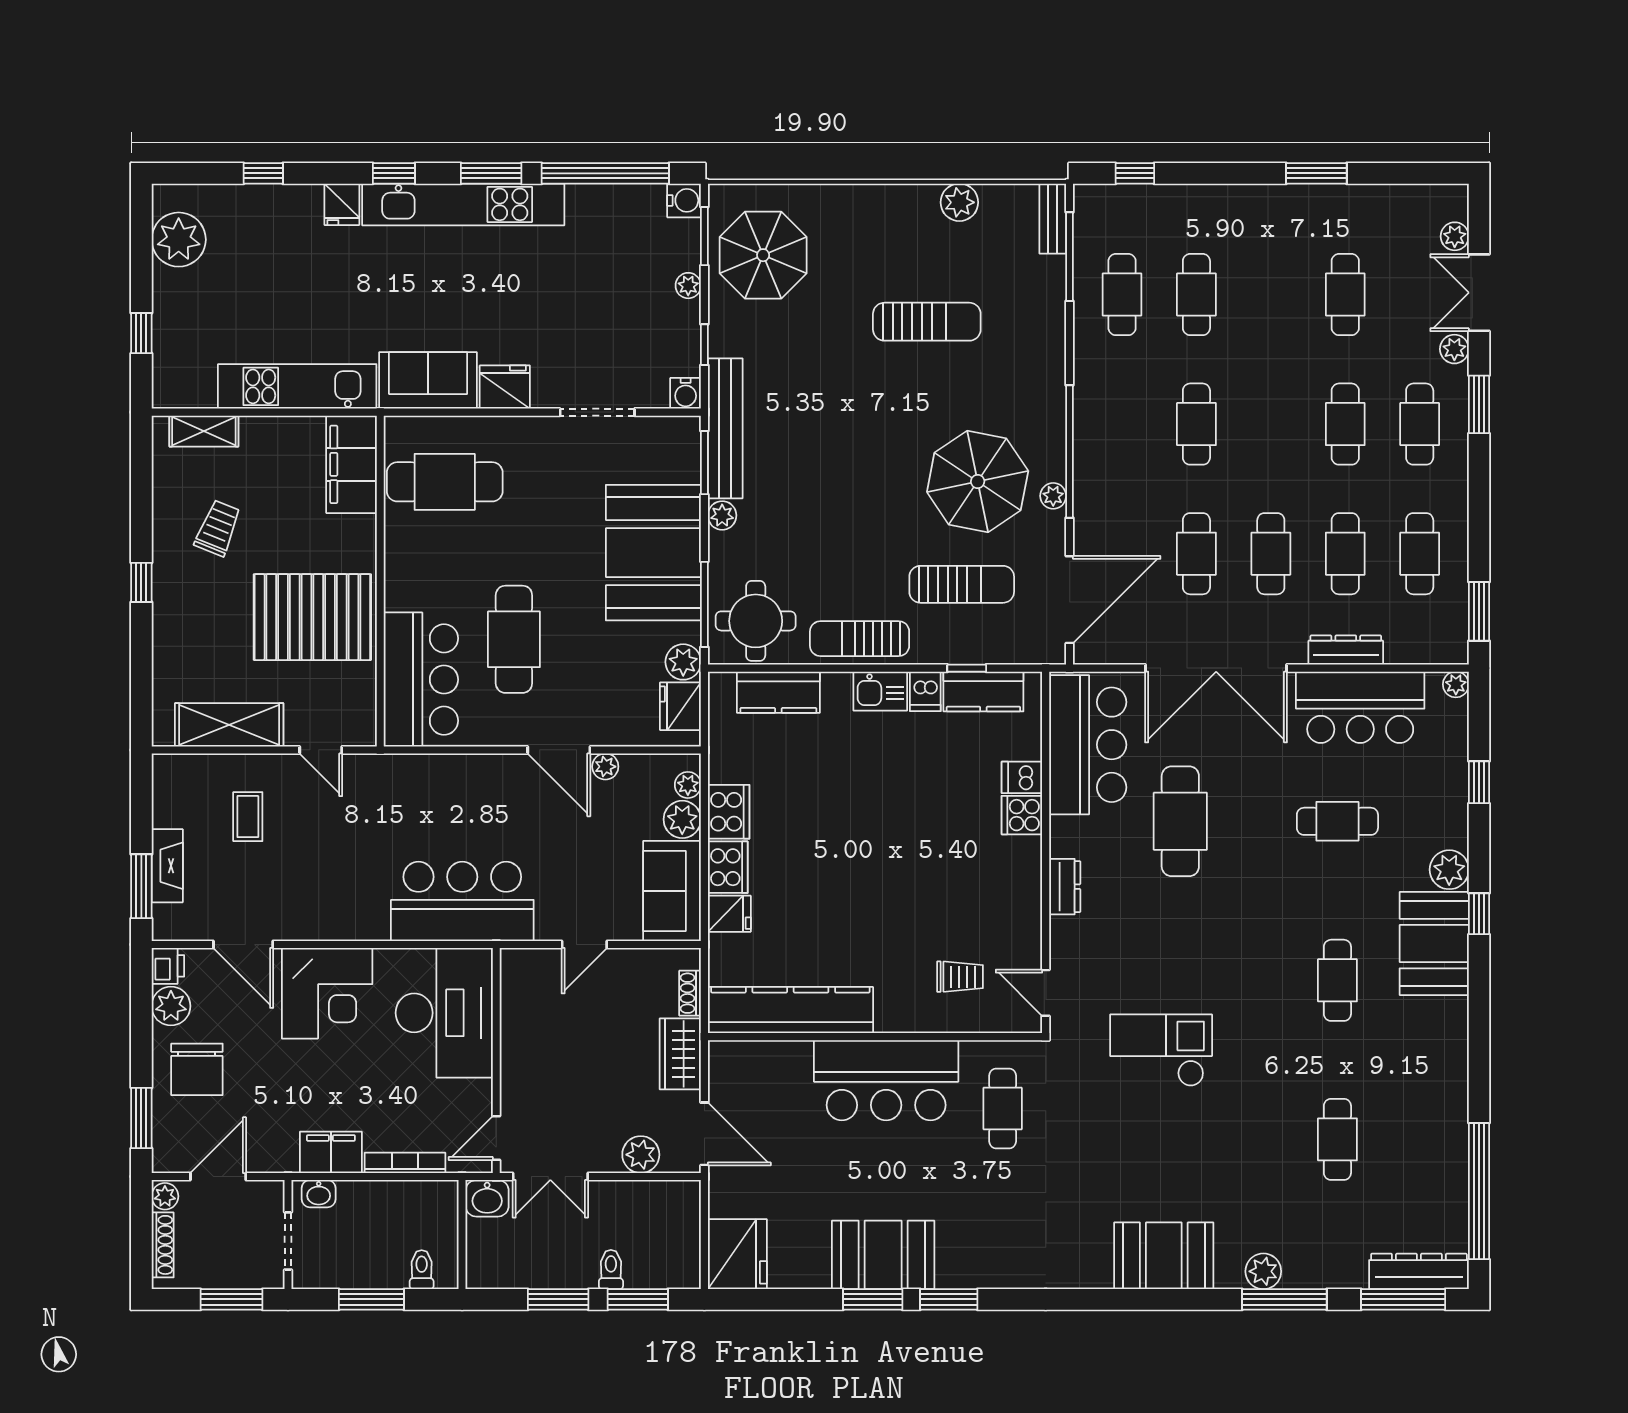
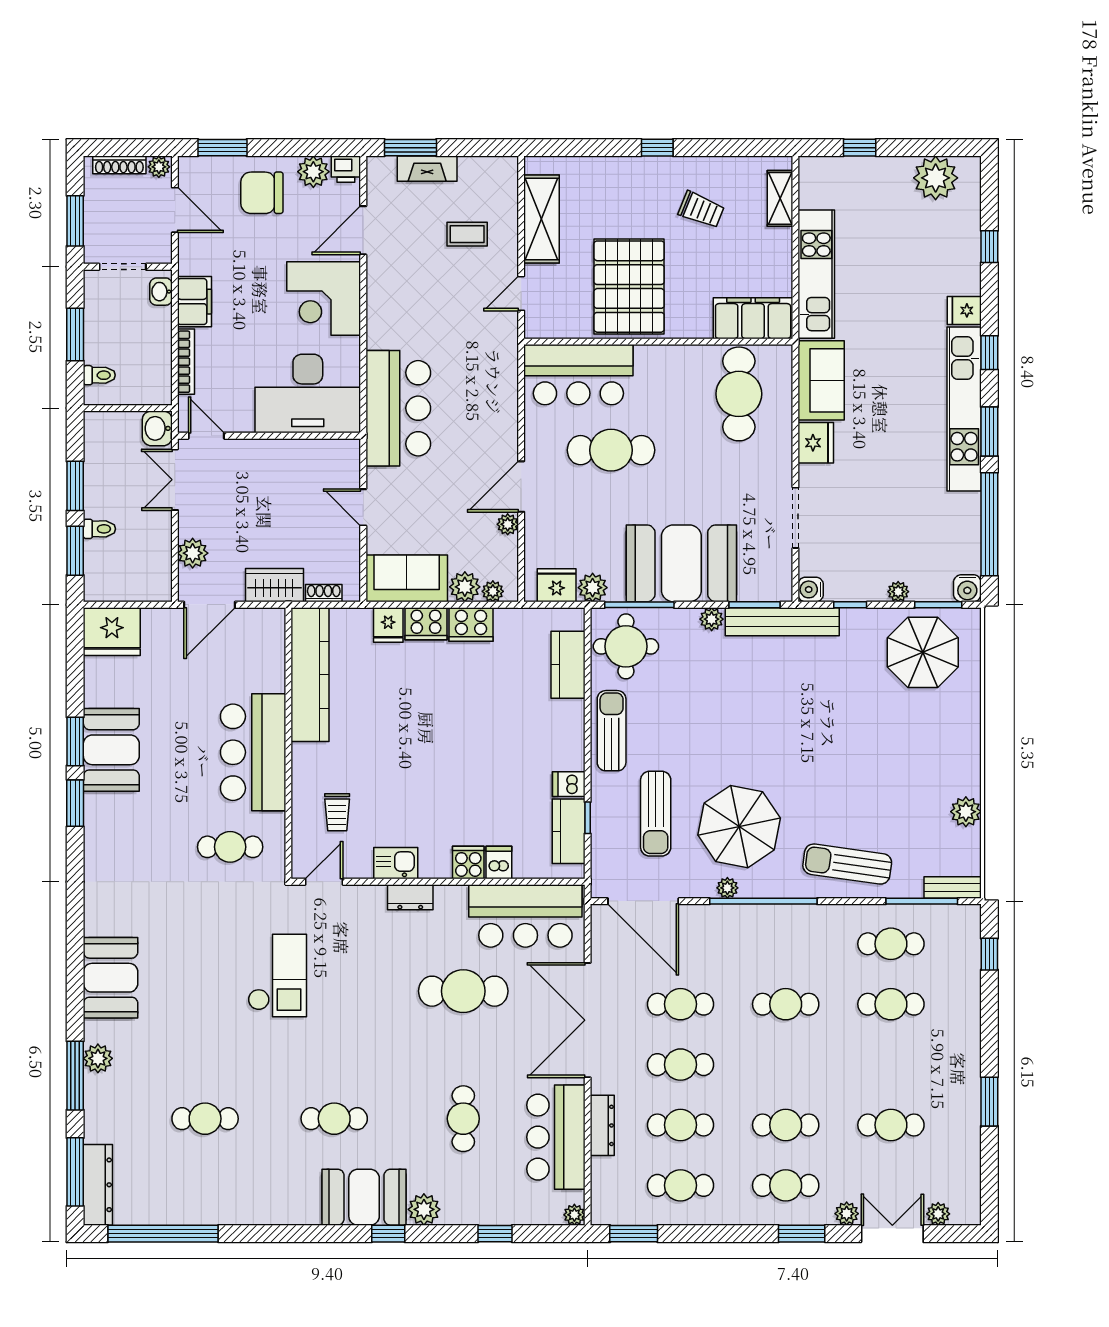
sun lounger: (927, 322) -> (847, 864), moved, turned 98
kitchen sink: (880, 691) -> (396, 863), moved, turned 90

